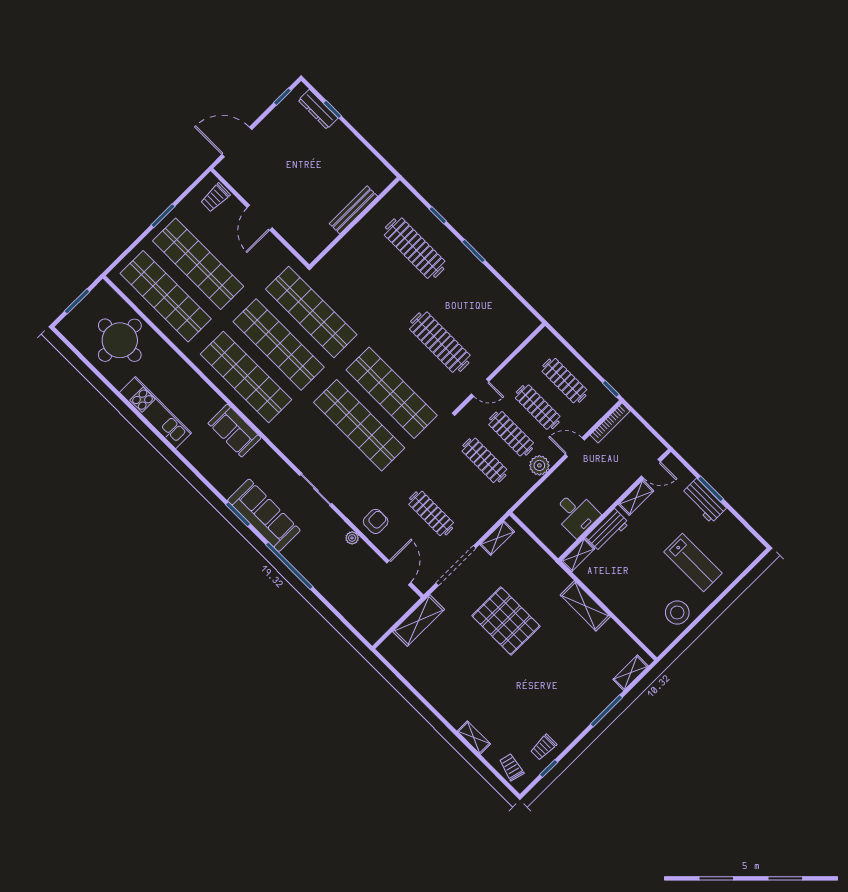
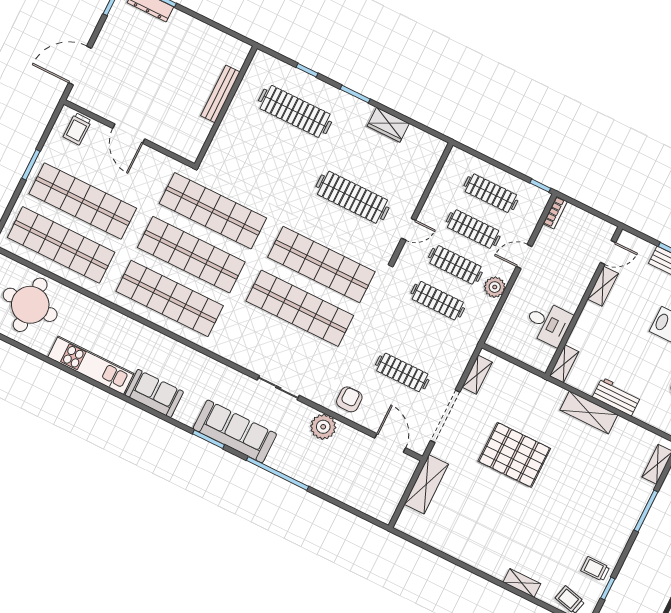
wardrobe: (494, 288) -> (388, 125), added
bookcase: (610, 423) -> (555, 213), width x0.64
sofa: (234, 431) -> (154, 393), moved, turned 180
workbench: (607, 530) -> (617, 397), moved, turned -90
plant: (352, 538) -> (323, 427), width x1.87, depth x1.87
trolley: (543, 747) -> (595, 569), turned 90

